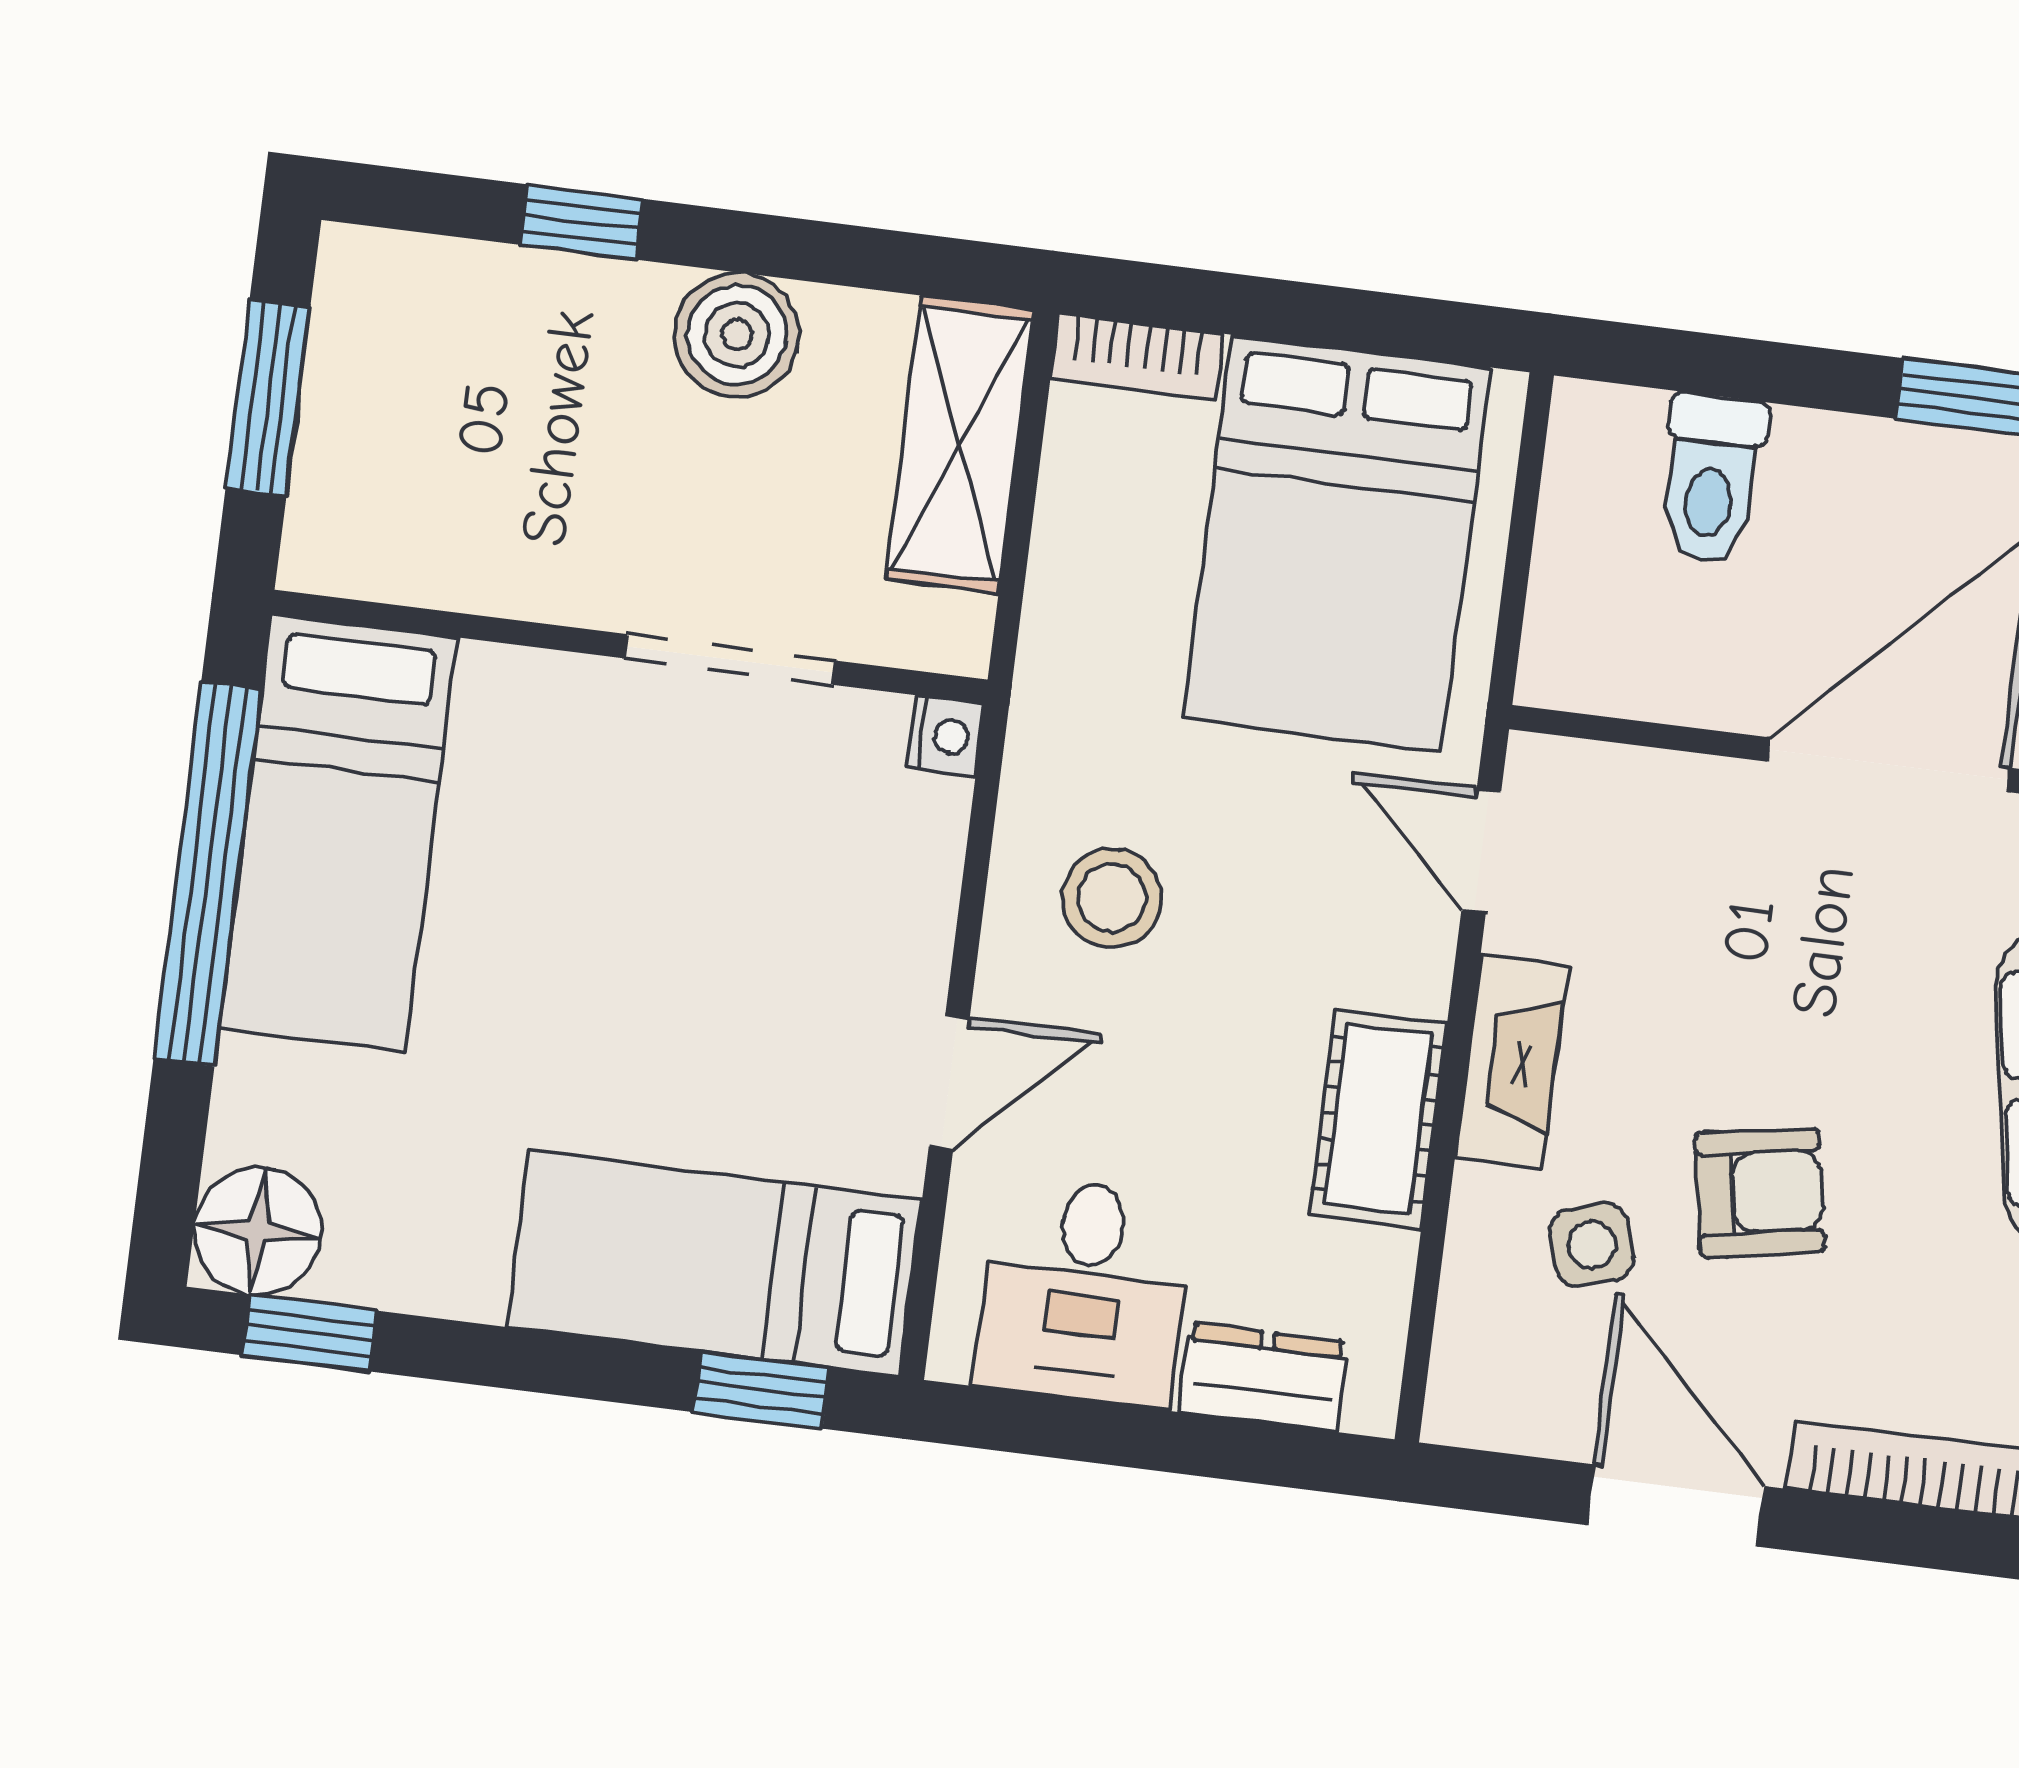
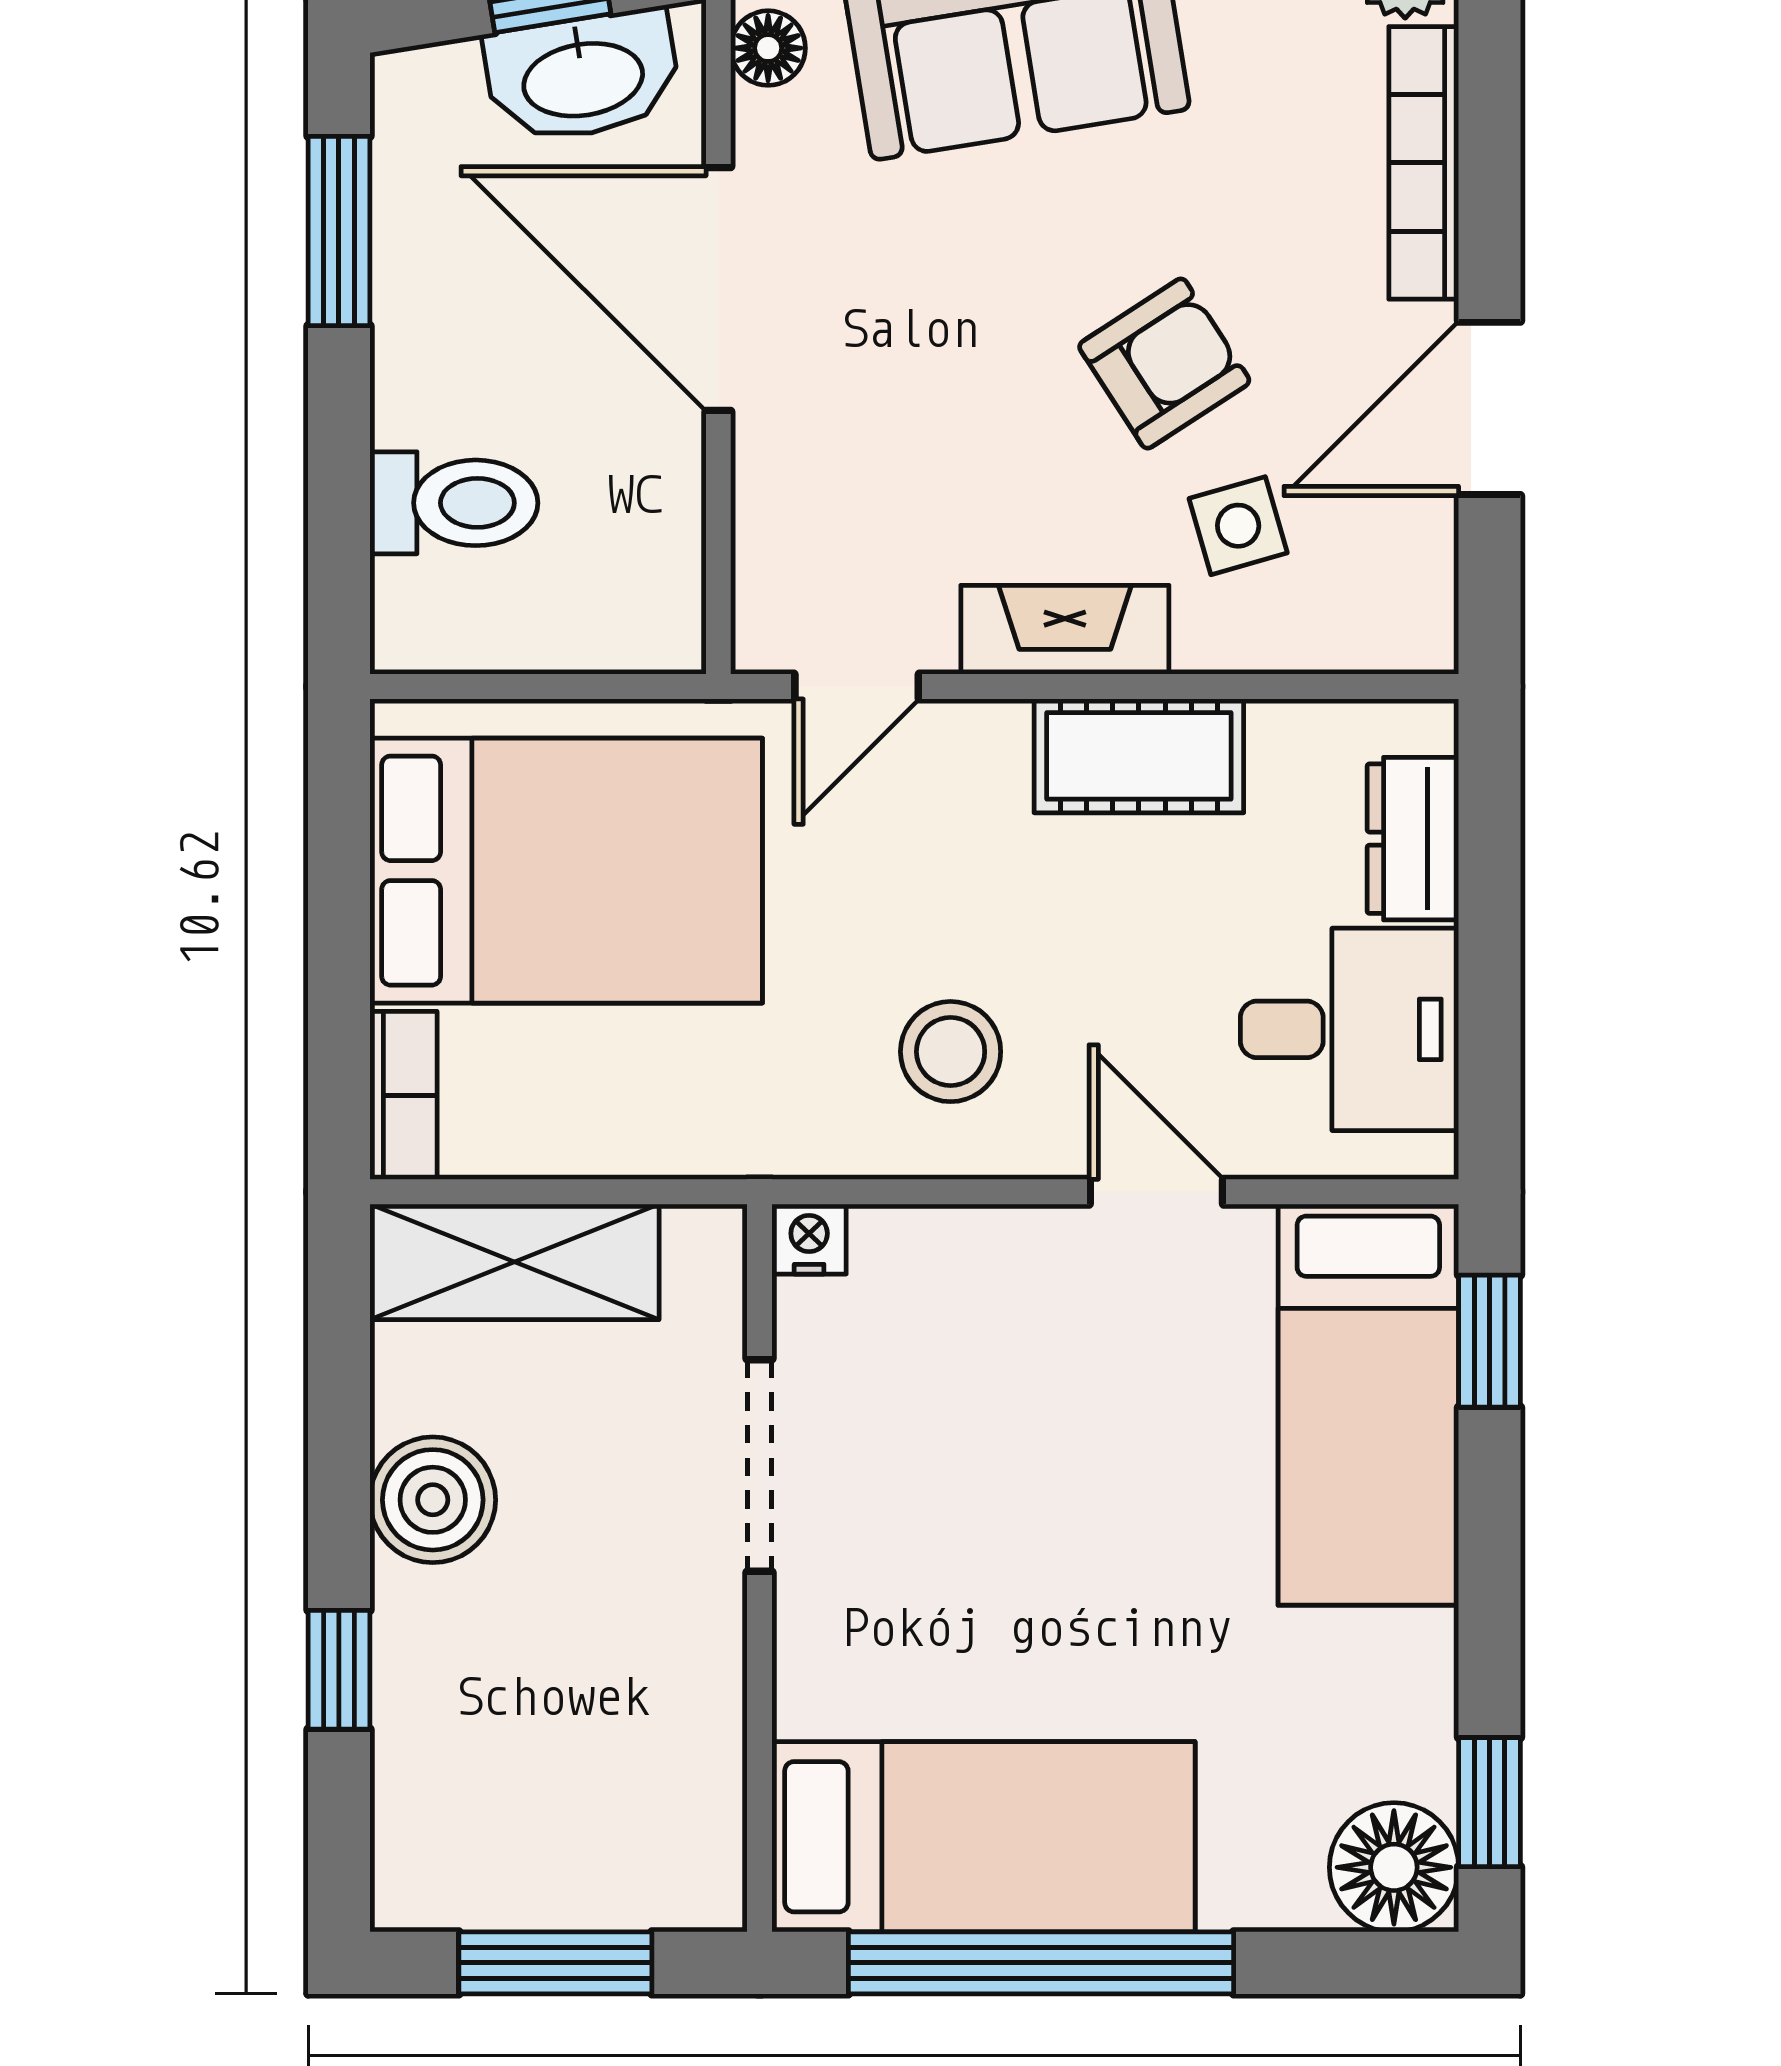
armchair: (1760, 1192) -> (1164, 364), turned 67

